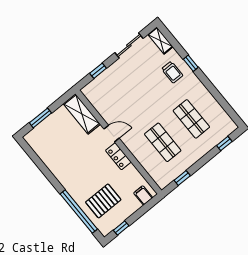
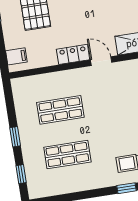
door: (112, 134) -> (101, 61), swing flipped
window: (182, 178) -> (15, 137), moved

